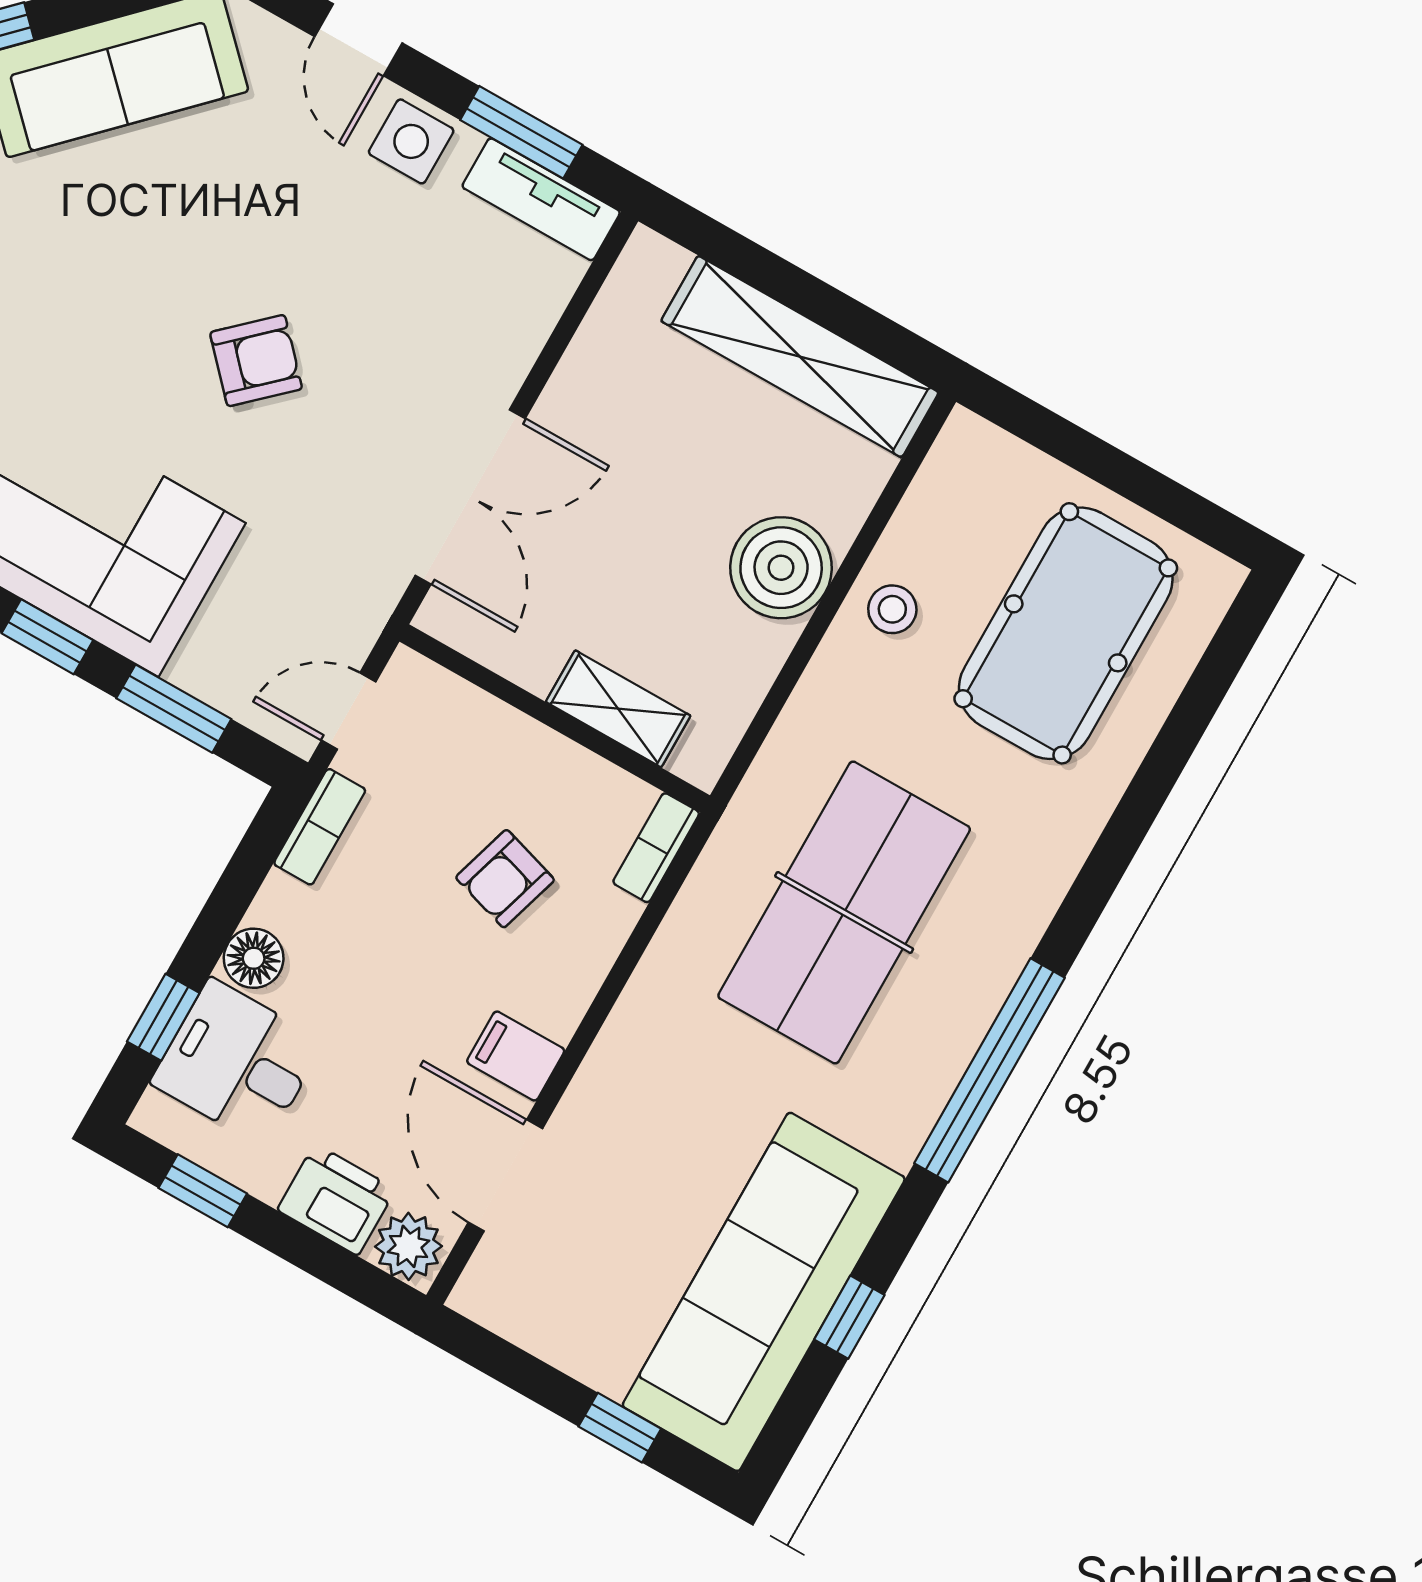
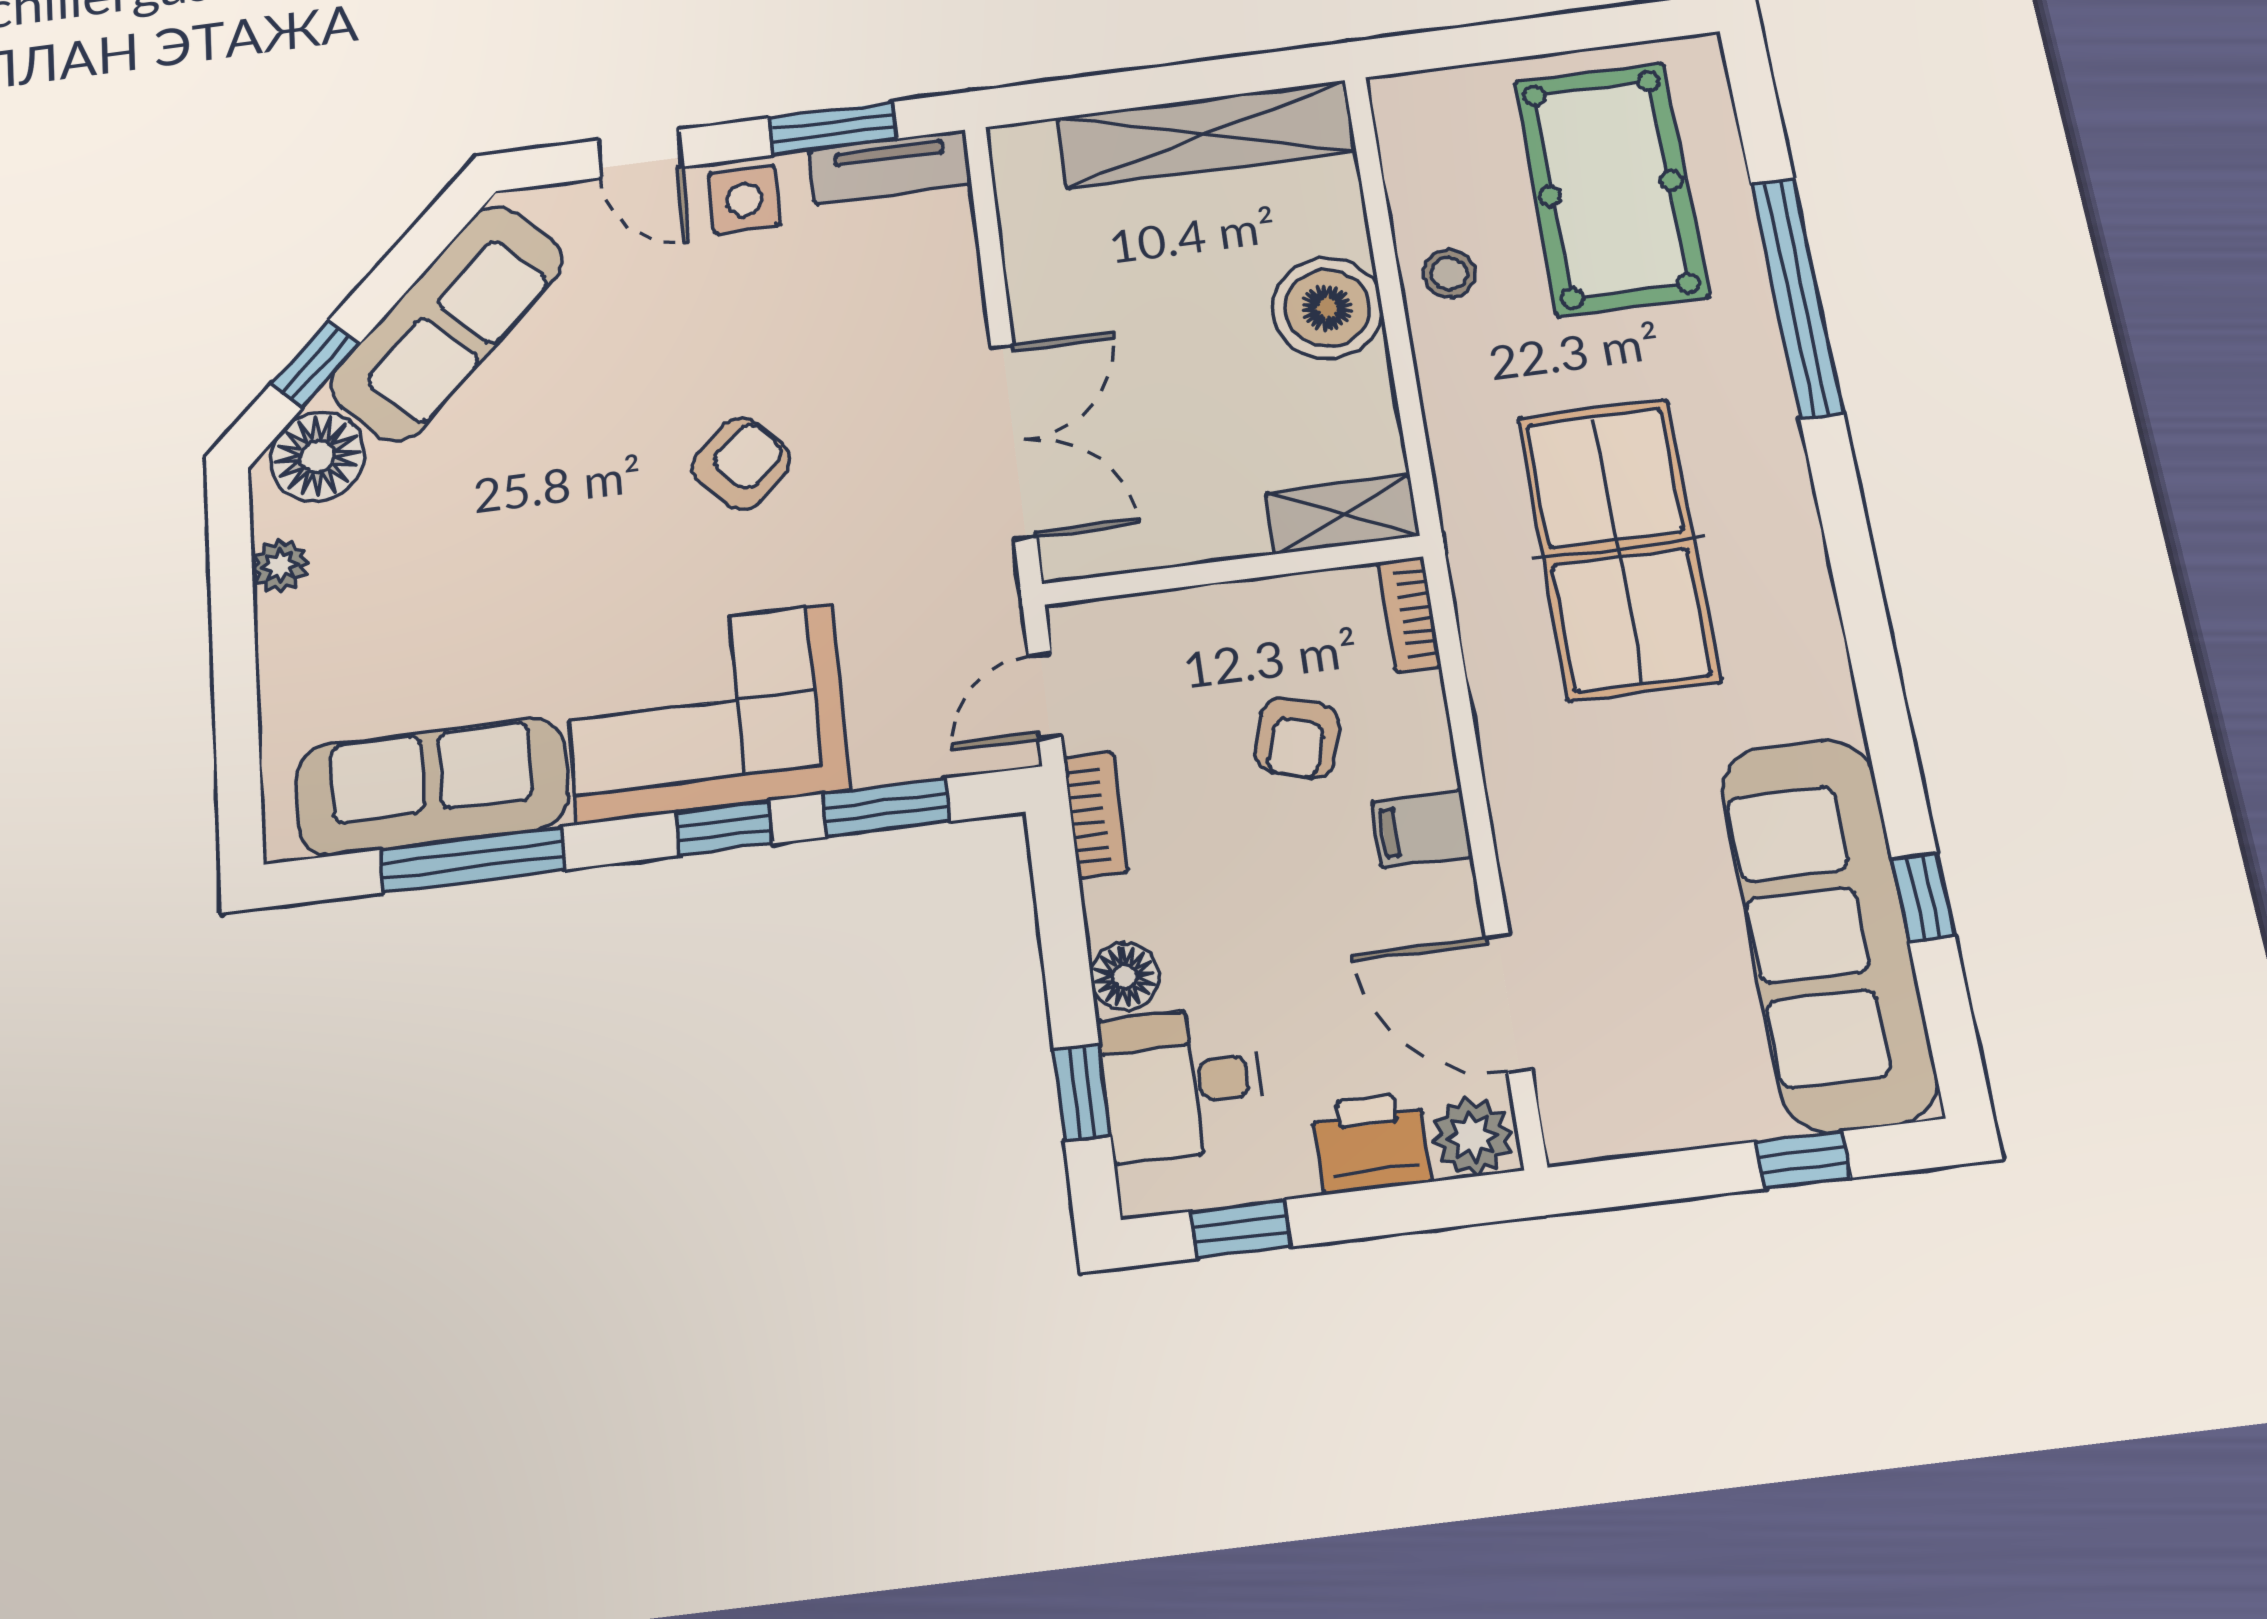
shelving: (618, 709) -> (1342, 514), moved
filing cabinet: (516, 1056) -> (1422, 829), moved
window: (989, 1070) -> (1797, 297), moved

